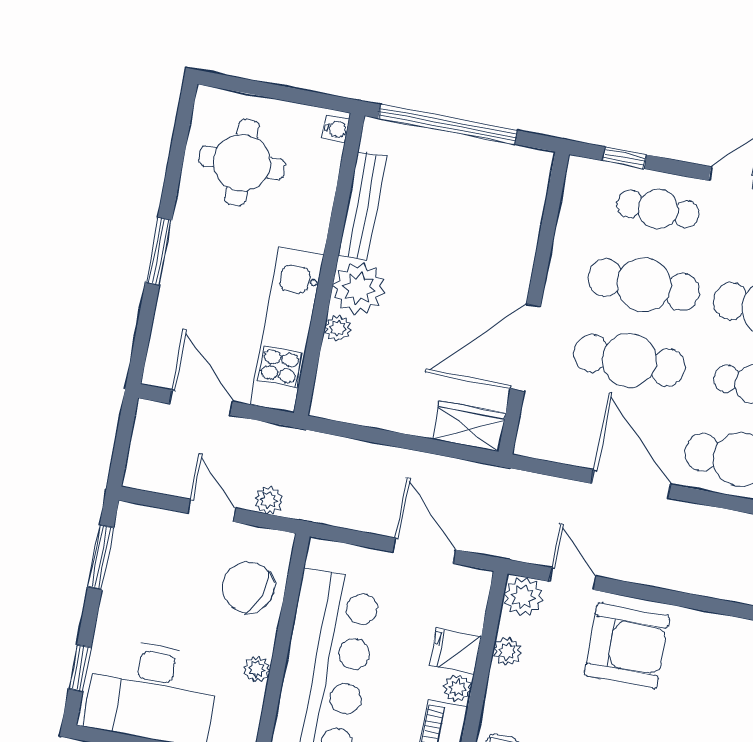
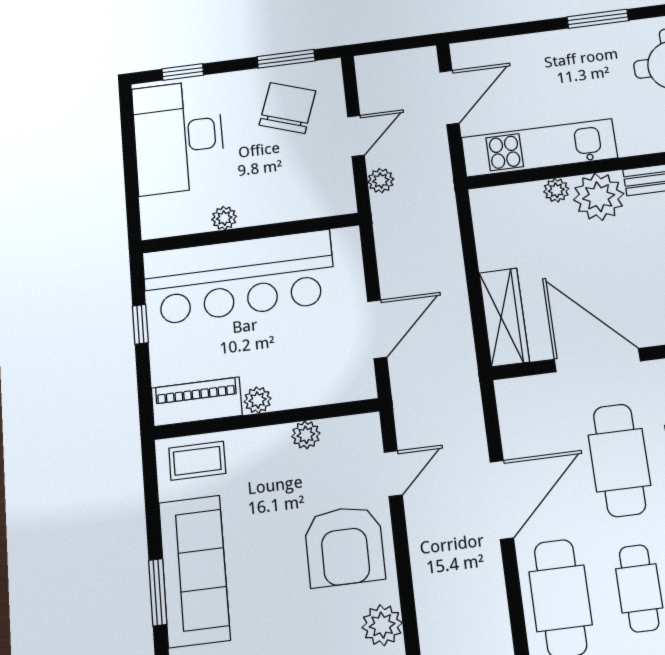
window: (159, 251) -> (598, 19), moved
wardrobe: (469, 426) -> (504, 317), width x1.50
chair: (248, 587) -> (288, 108), moved
plant: (523, 597) -> (382, 625), moved
fridge: (455, 651) -> (292, 387), removed

